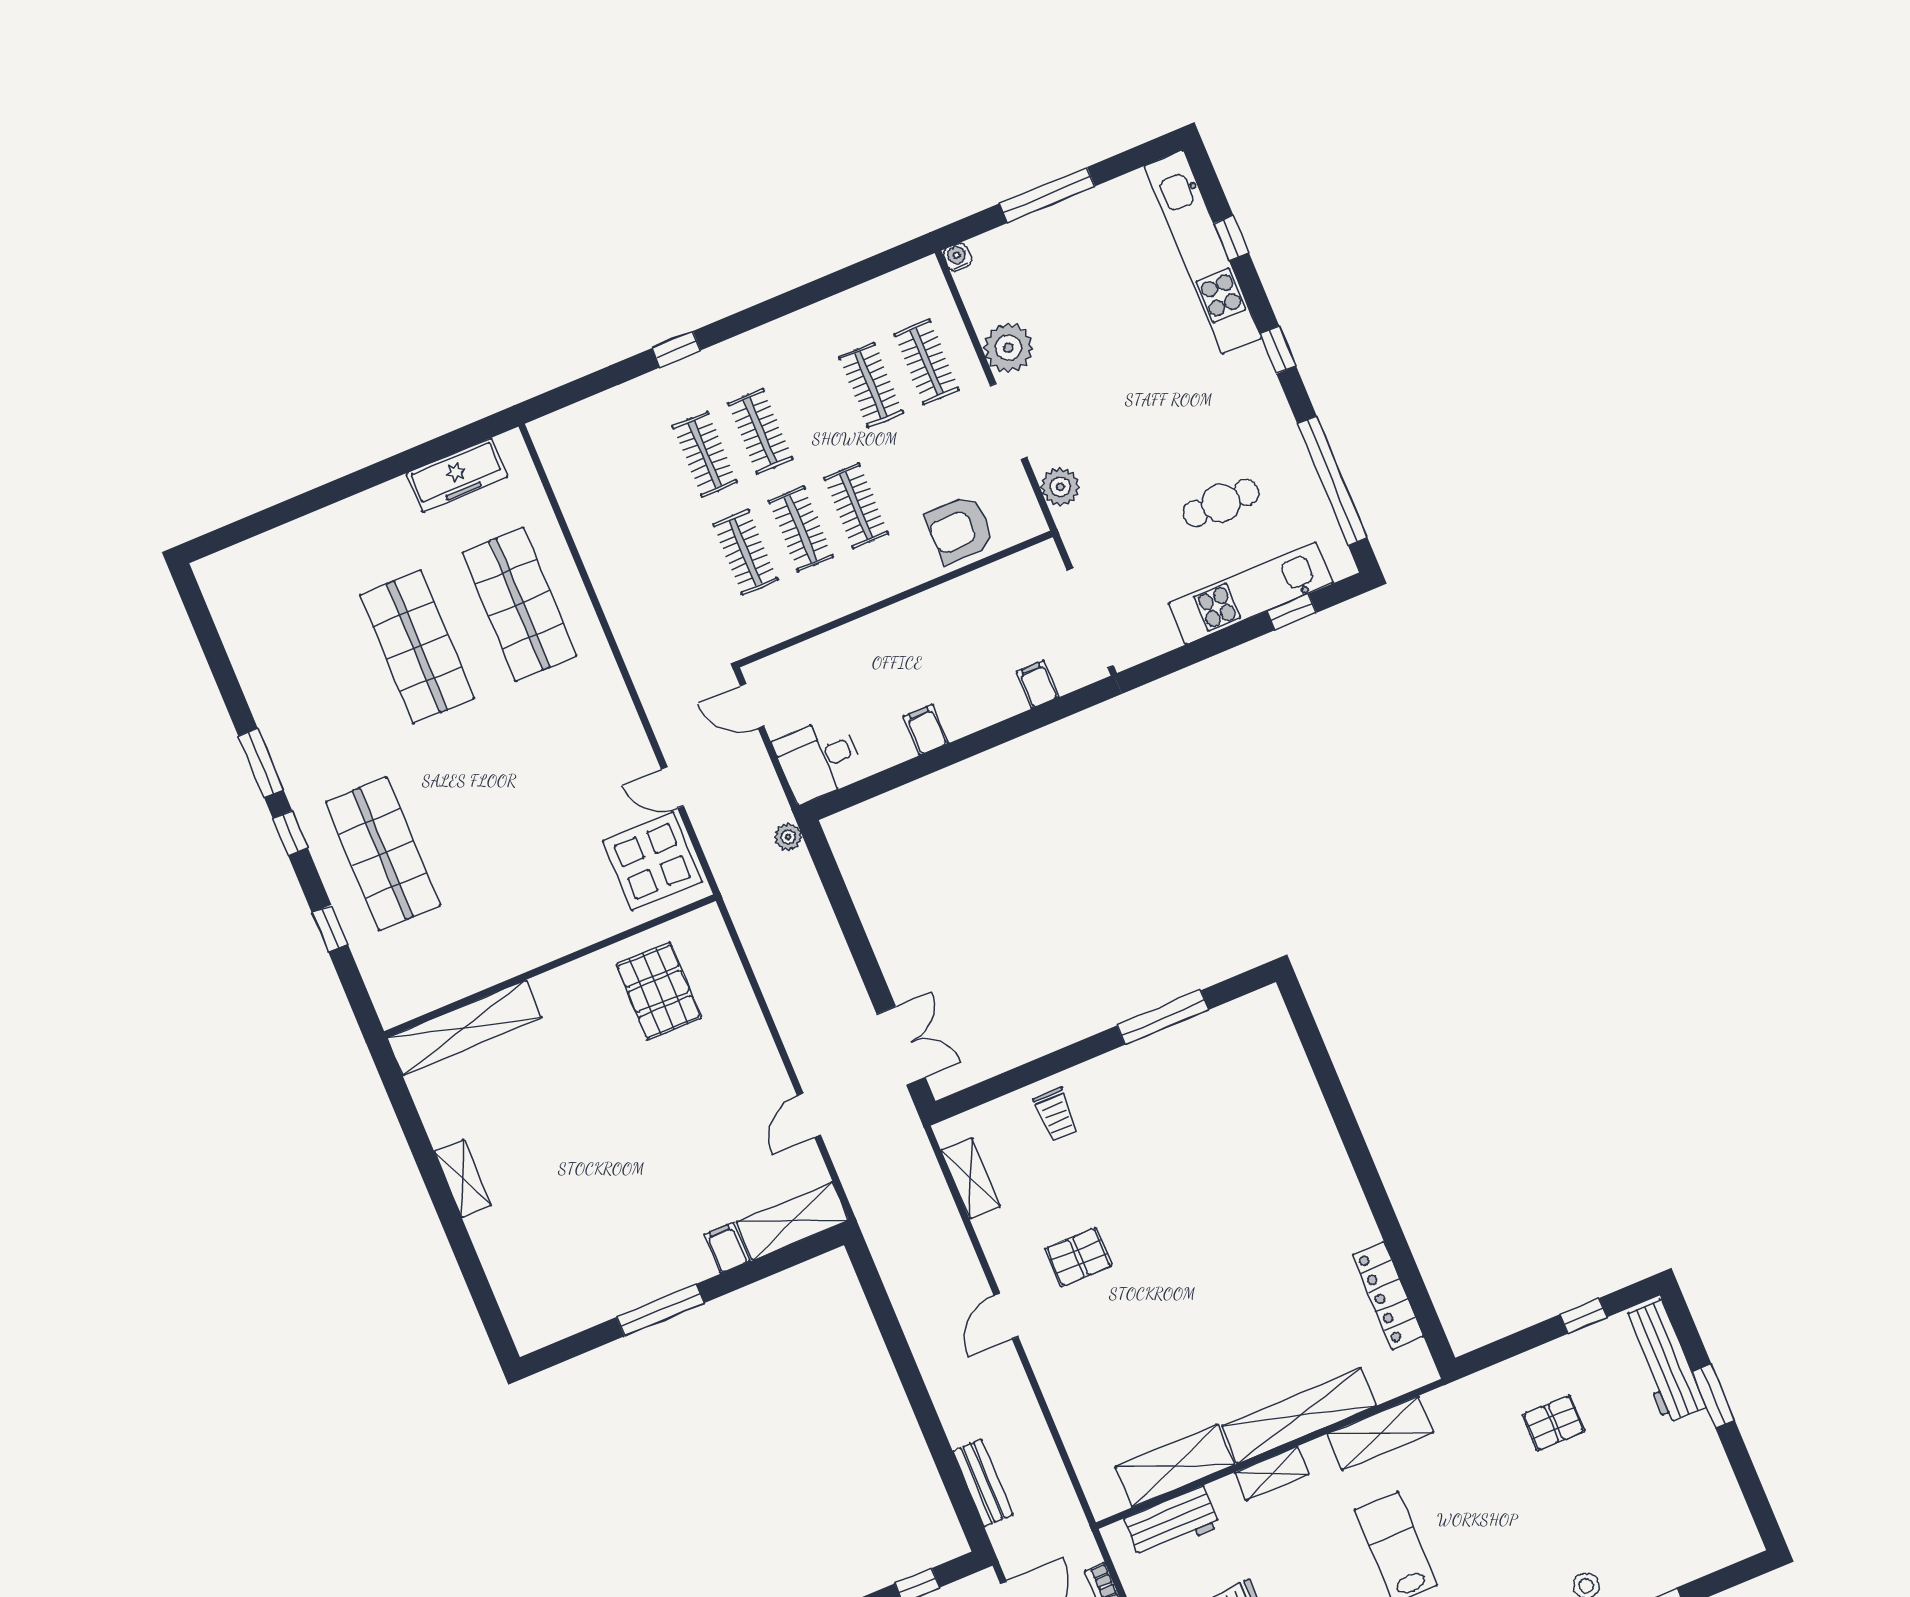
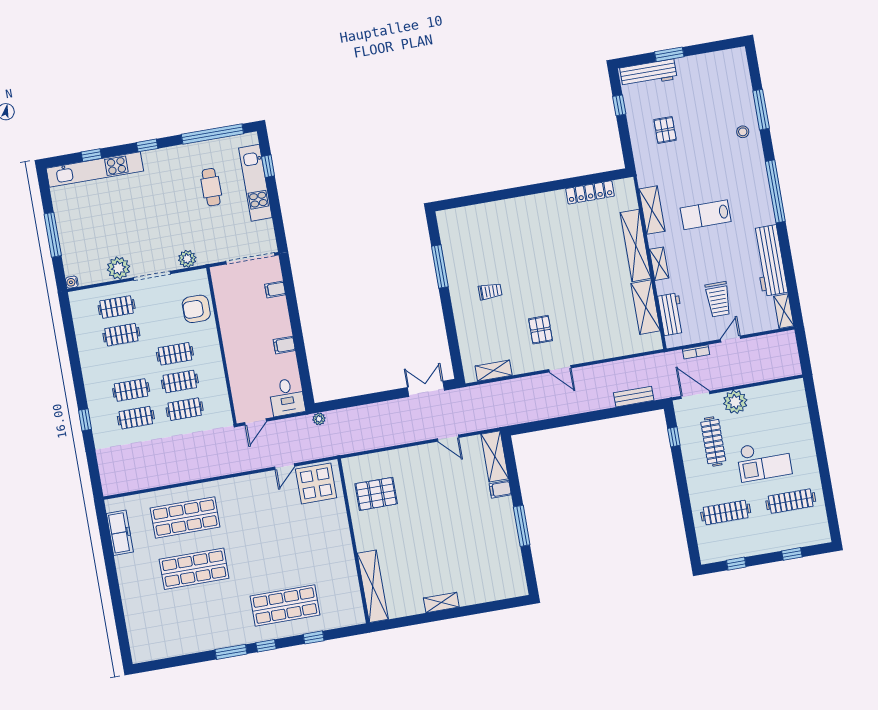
armchair: (960, 529) -> (196, 309), turned 90
trolley: (1056, 1114) -> (490, 291), moved

